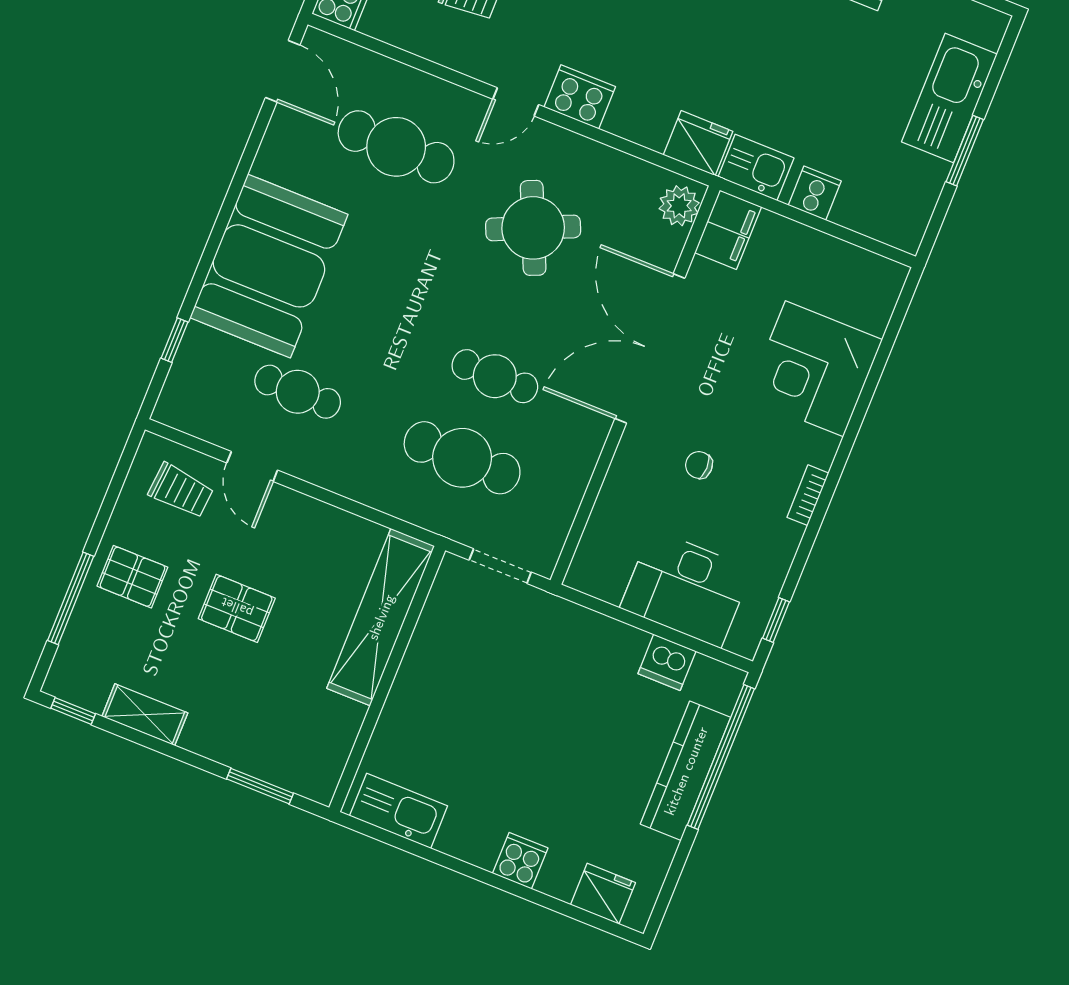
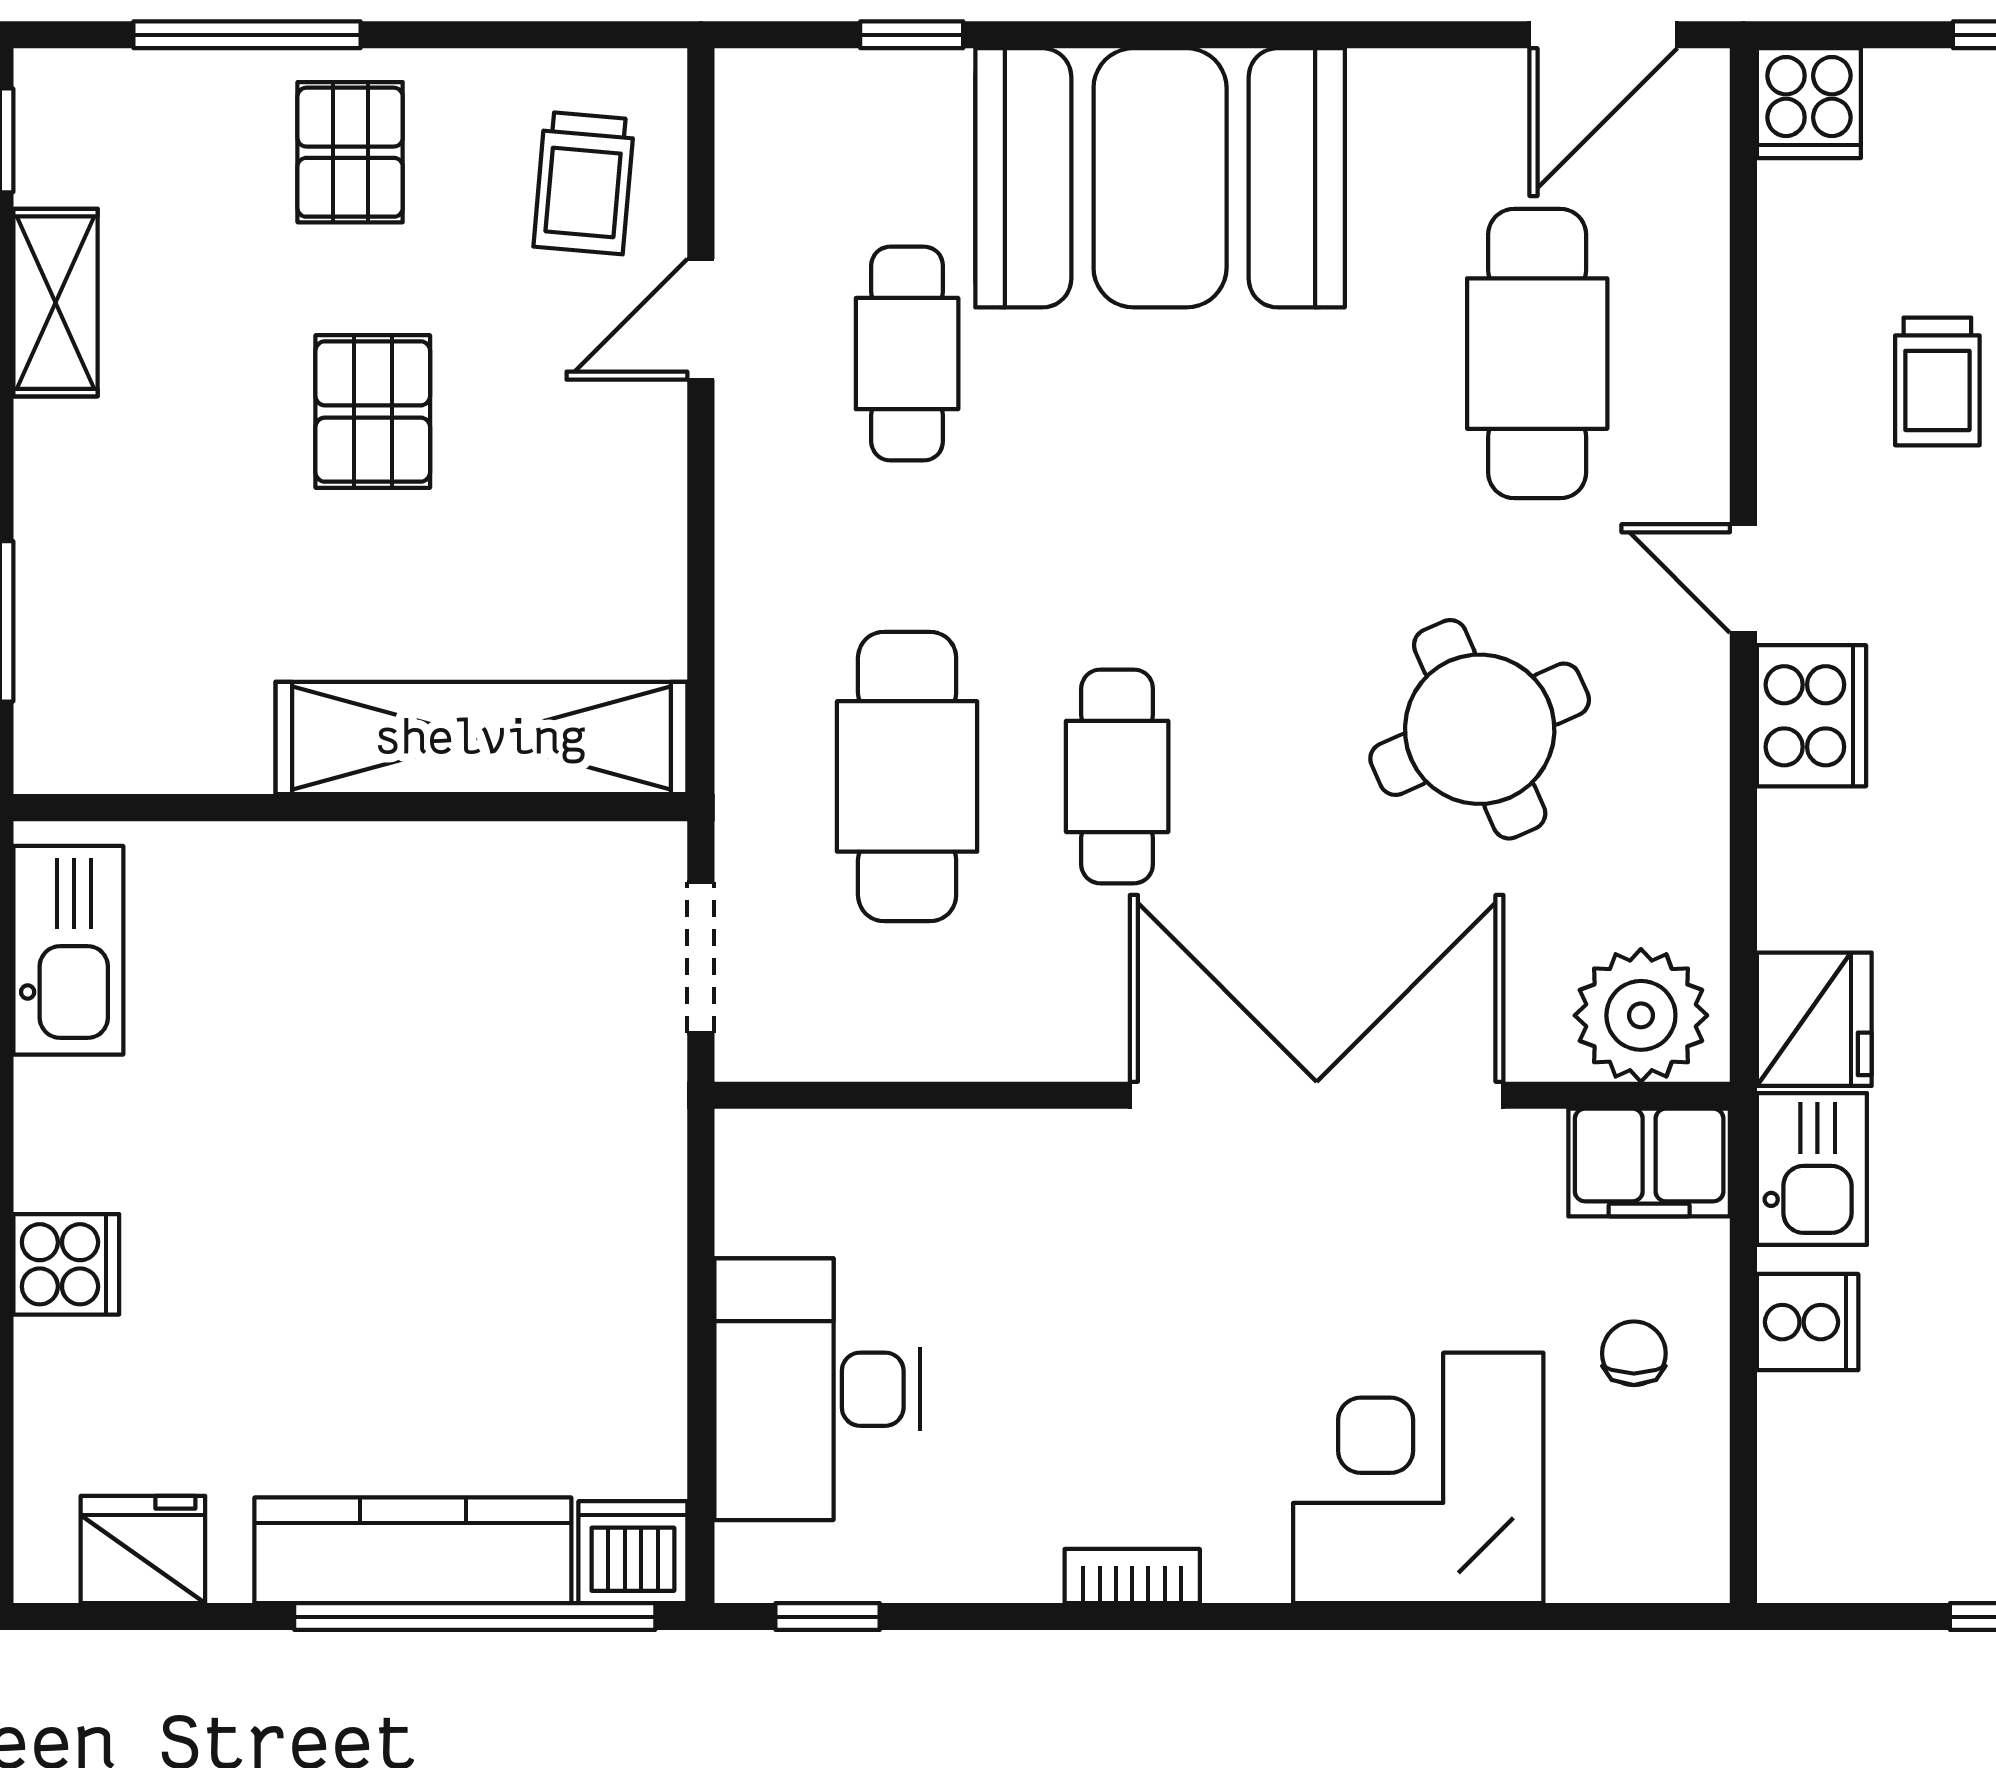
plant: (679, 206) -> (1641, 1015), width x1.36, depth x1.36
chair: (699, 465) -> (1634, 1353), moved
dishwasher: (667, 662) -> (633, 1552), moved, turned 90
fridge: (603, 894) -> (143, 1549), moved, turned -90

